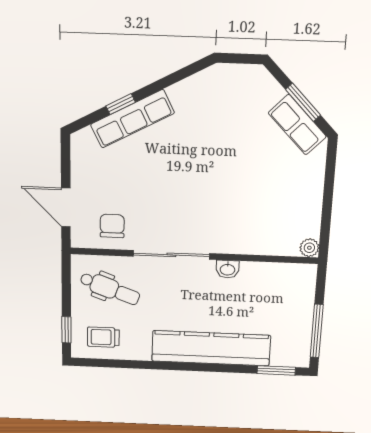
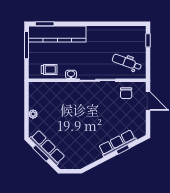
row of seats: (297, 125) -> (47, 148), width x1.48
plant: (309, 248) -> (33, 114), moved
trolley: (103, 337) -> (49, 69), moved
kitchen counter: (211, 348) -> (57, 34), moved

